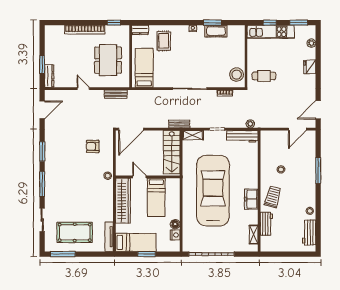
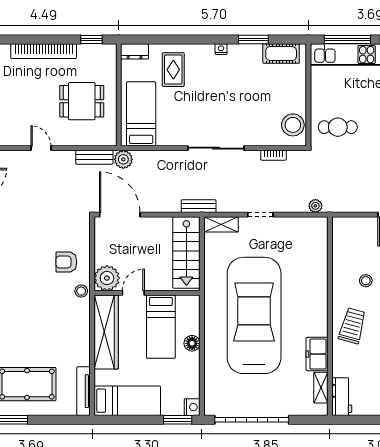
window: (270, 23) -> (347, 40), width x2.17
cot: (216, 31) -> (281, 54), moved
dining table: (108, 60) -> (82, 101), width x0.73
plant: (133, 96) -> (123, 159), added
door: (131, 129) -> (120, 215), swing flipped
workbench: (242, 136) -> (302, 226), removed
armchair: (93, 146) -> (66, 262), moved
plant: (123, 168) -> (107, 278), added
door: (139, 177) -> (133, 293), hinge flipped
freezer: (251, 199) -> (317, 354), moved
floor lamp: (175, 224) -> (192, 343), moved
workbench: (266, 224) -> (342, 397), moved
nightstand: (175, 235) -> (192, 407), moved
window: (147, 254) -> (178, 420), moved

